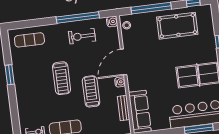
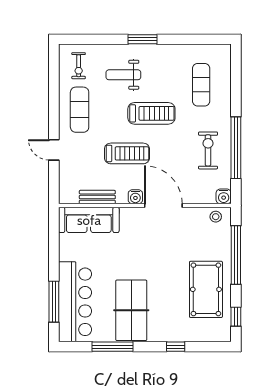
exercise mat: (29, 40) -> (201, 85), moved
window: (10, 75) -> (142, 39), moved
treadmill: (62, 78) -> (151, 113), turned 180
weight bench: (38, 101) -> (123, 75), added

